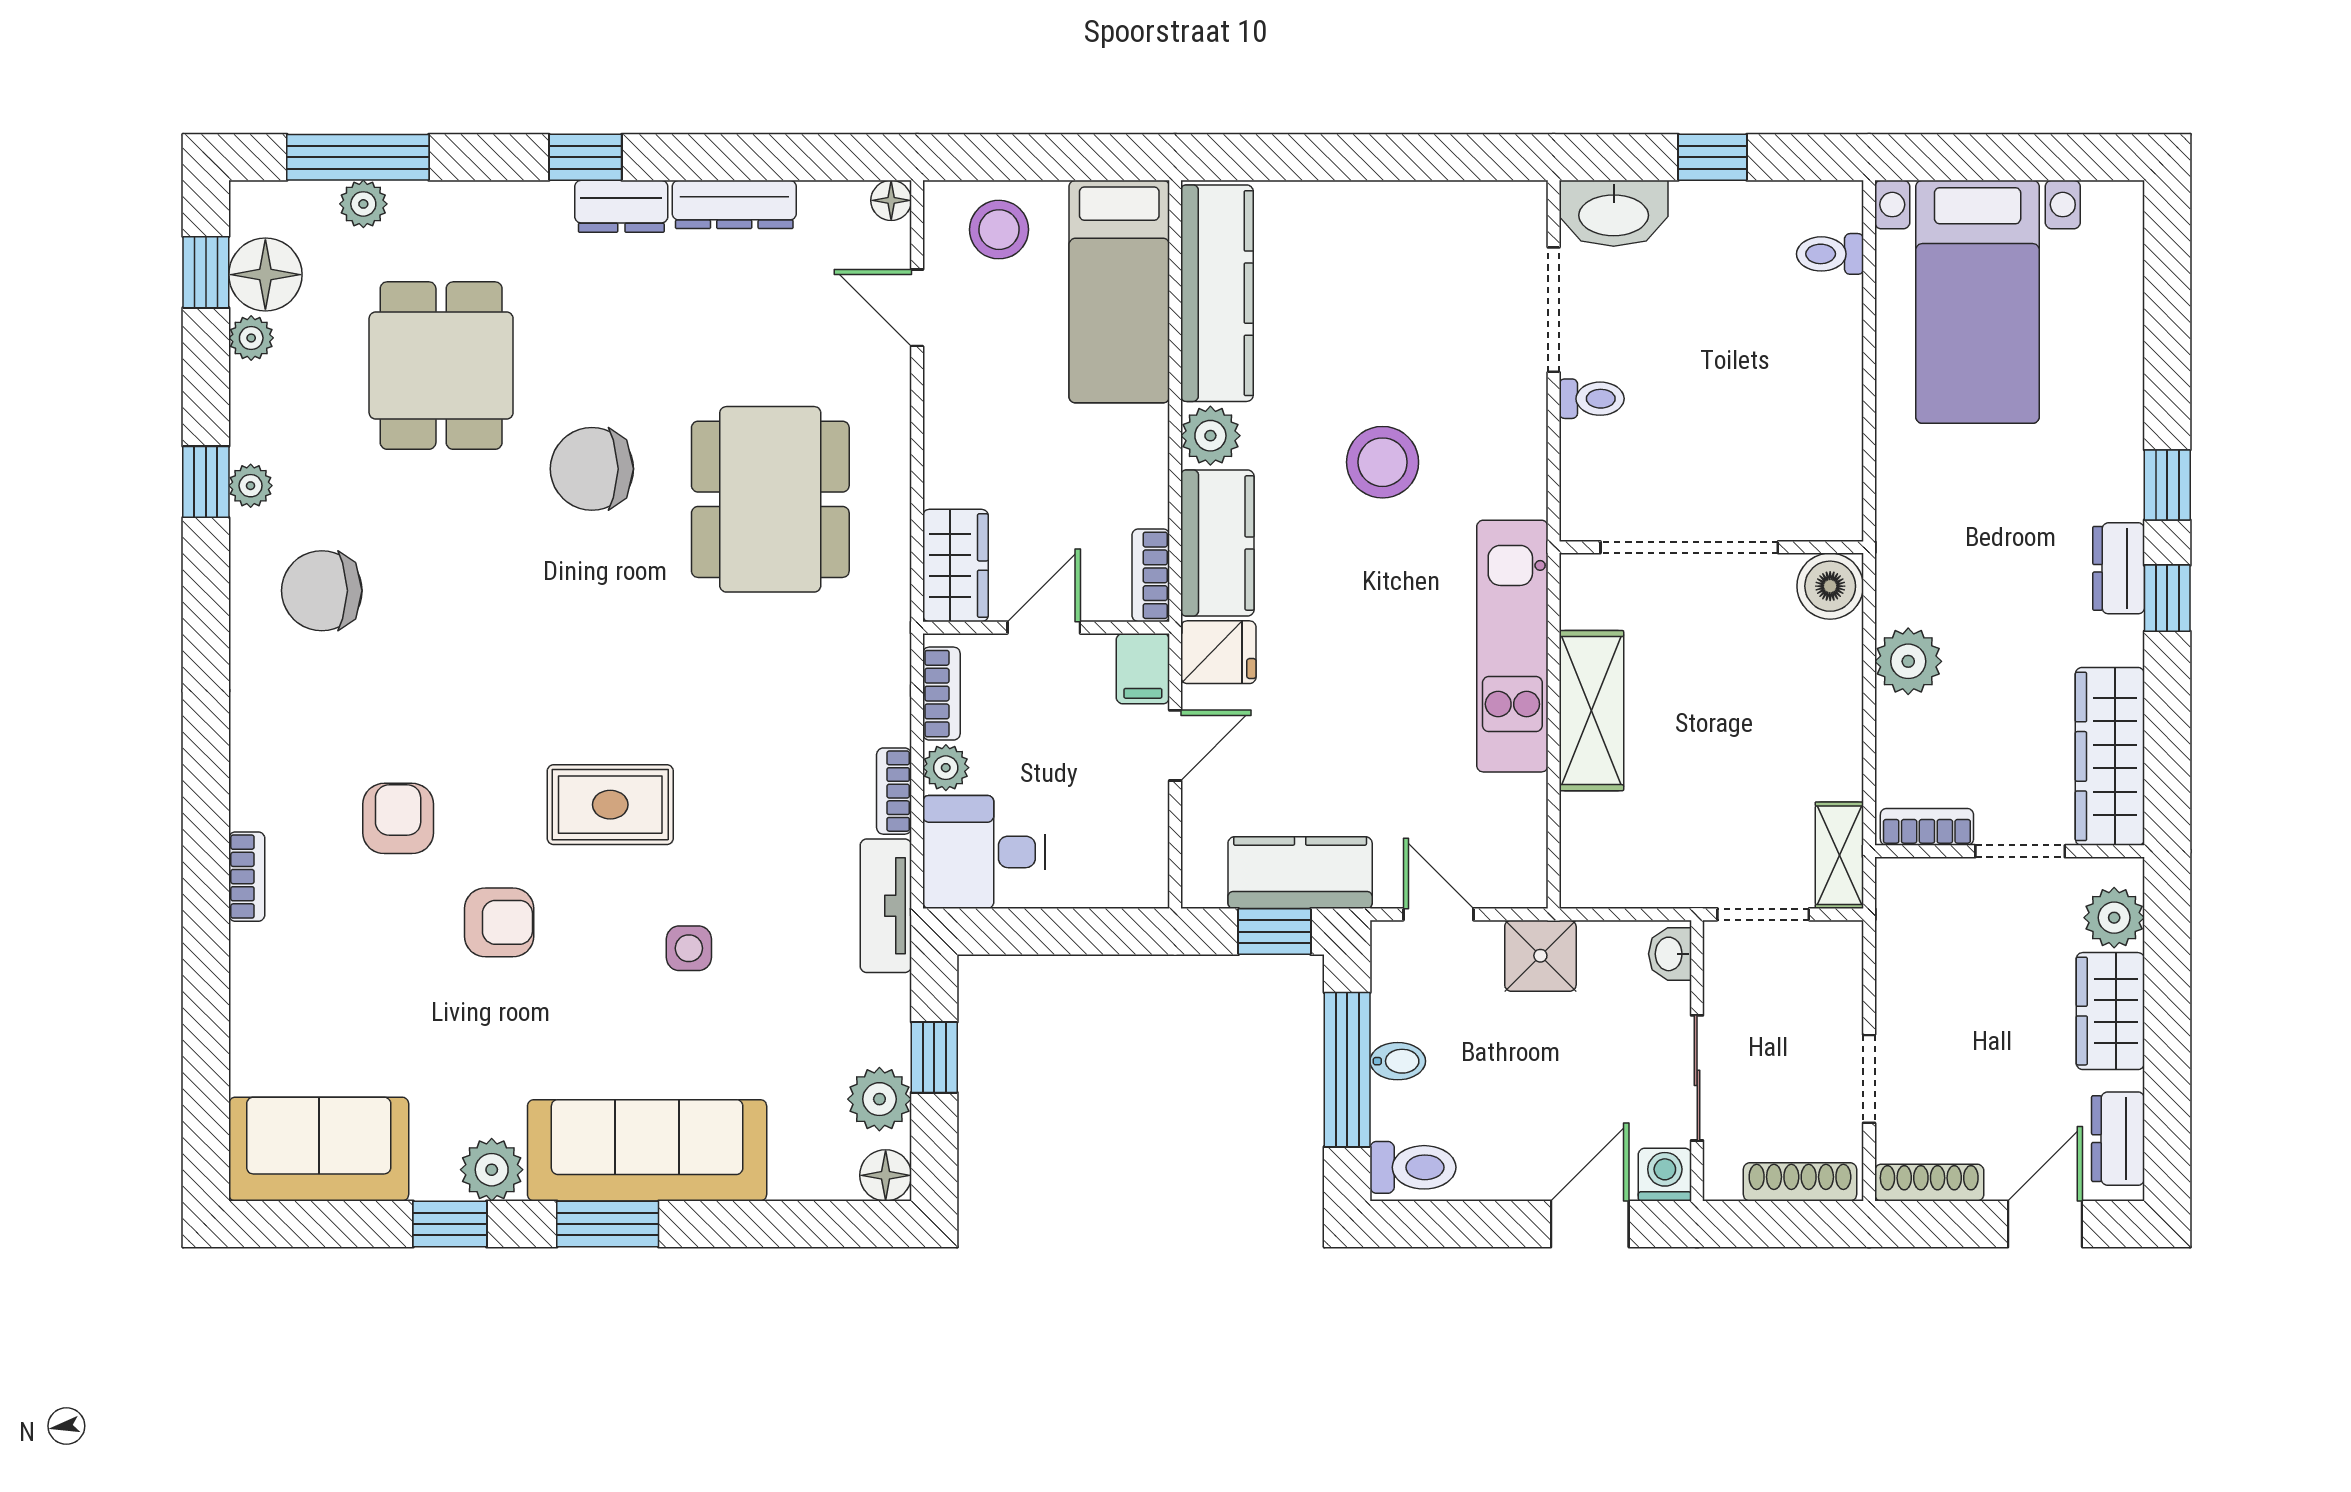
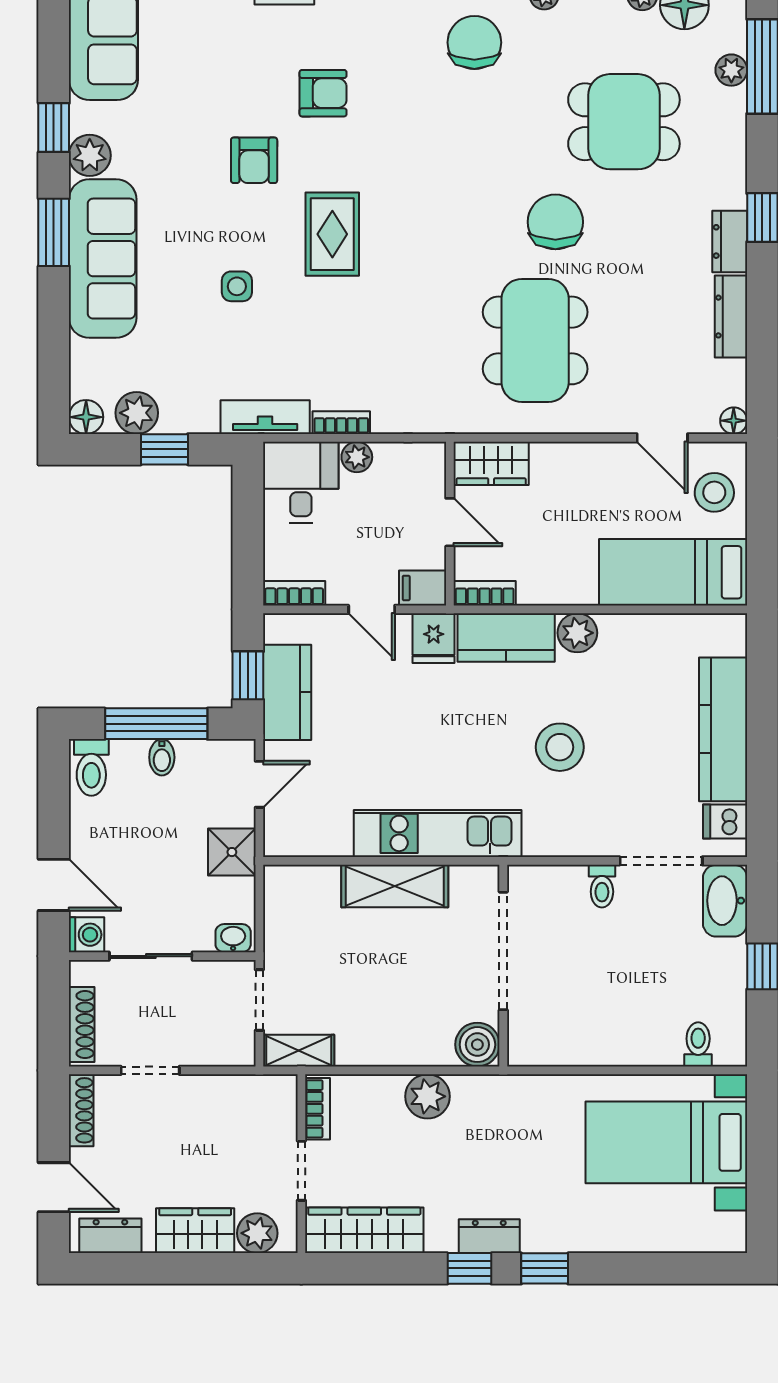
dishwasher: (1494, 213) -> (725, 821), added
kitchen counter: (1217, 293) -> (723, 729), moved, turned 90
door: (917, 308) -> (662, 438), swing flipped
dining table: (770, 499) -> (535, 340), turned 90
bookcase: (941, 694) -> (294, 593), moved, turned 180

